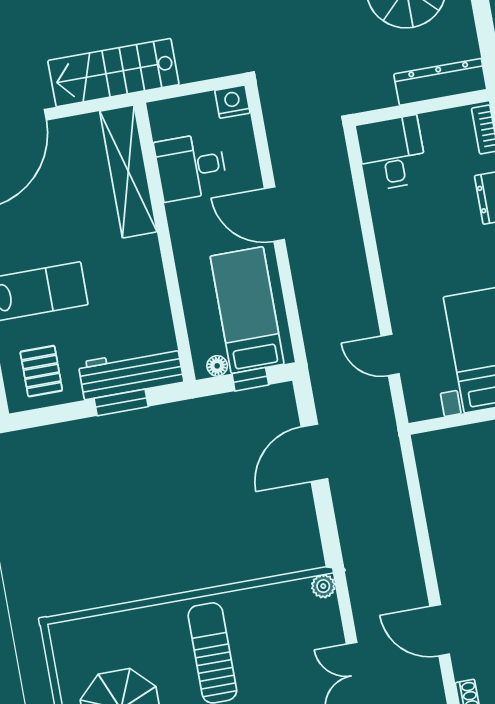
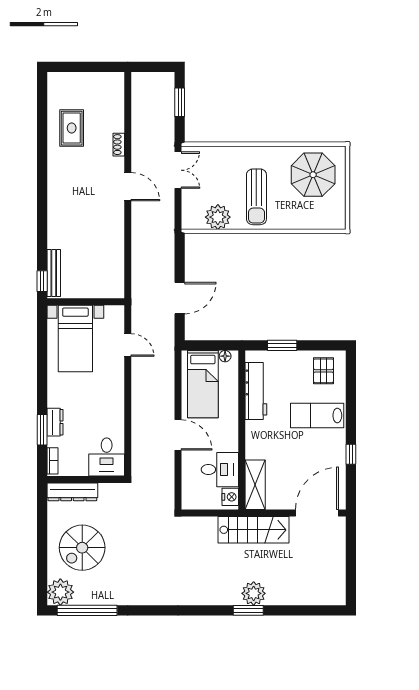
nightstand: (232, 102) -> (230, 497), moved, turned -90
shelving: (128, 171) -> (255, 485), width x0.68
workbench: (131, 372) -> (256, 391), moved, turned -90
window: (250, 379) -> (208, 345), removed
plant: (323, 586) -> (218, 217), moved, width x1.88, depth x1.88

